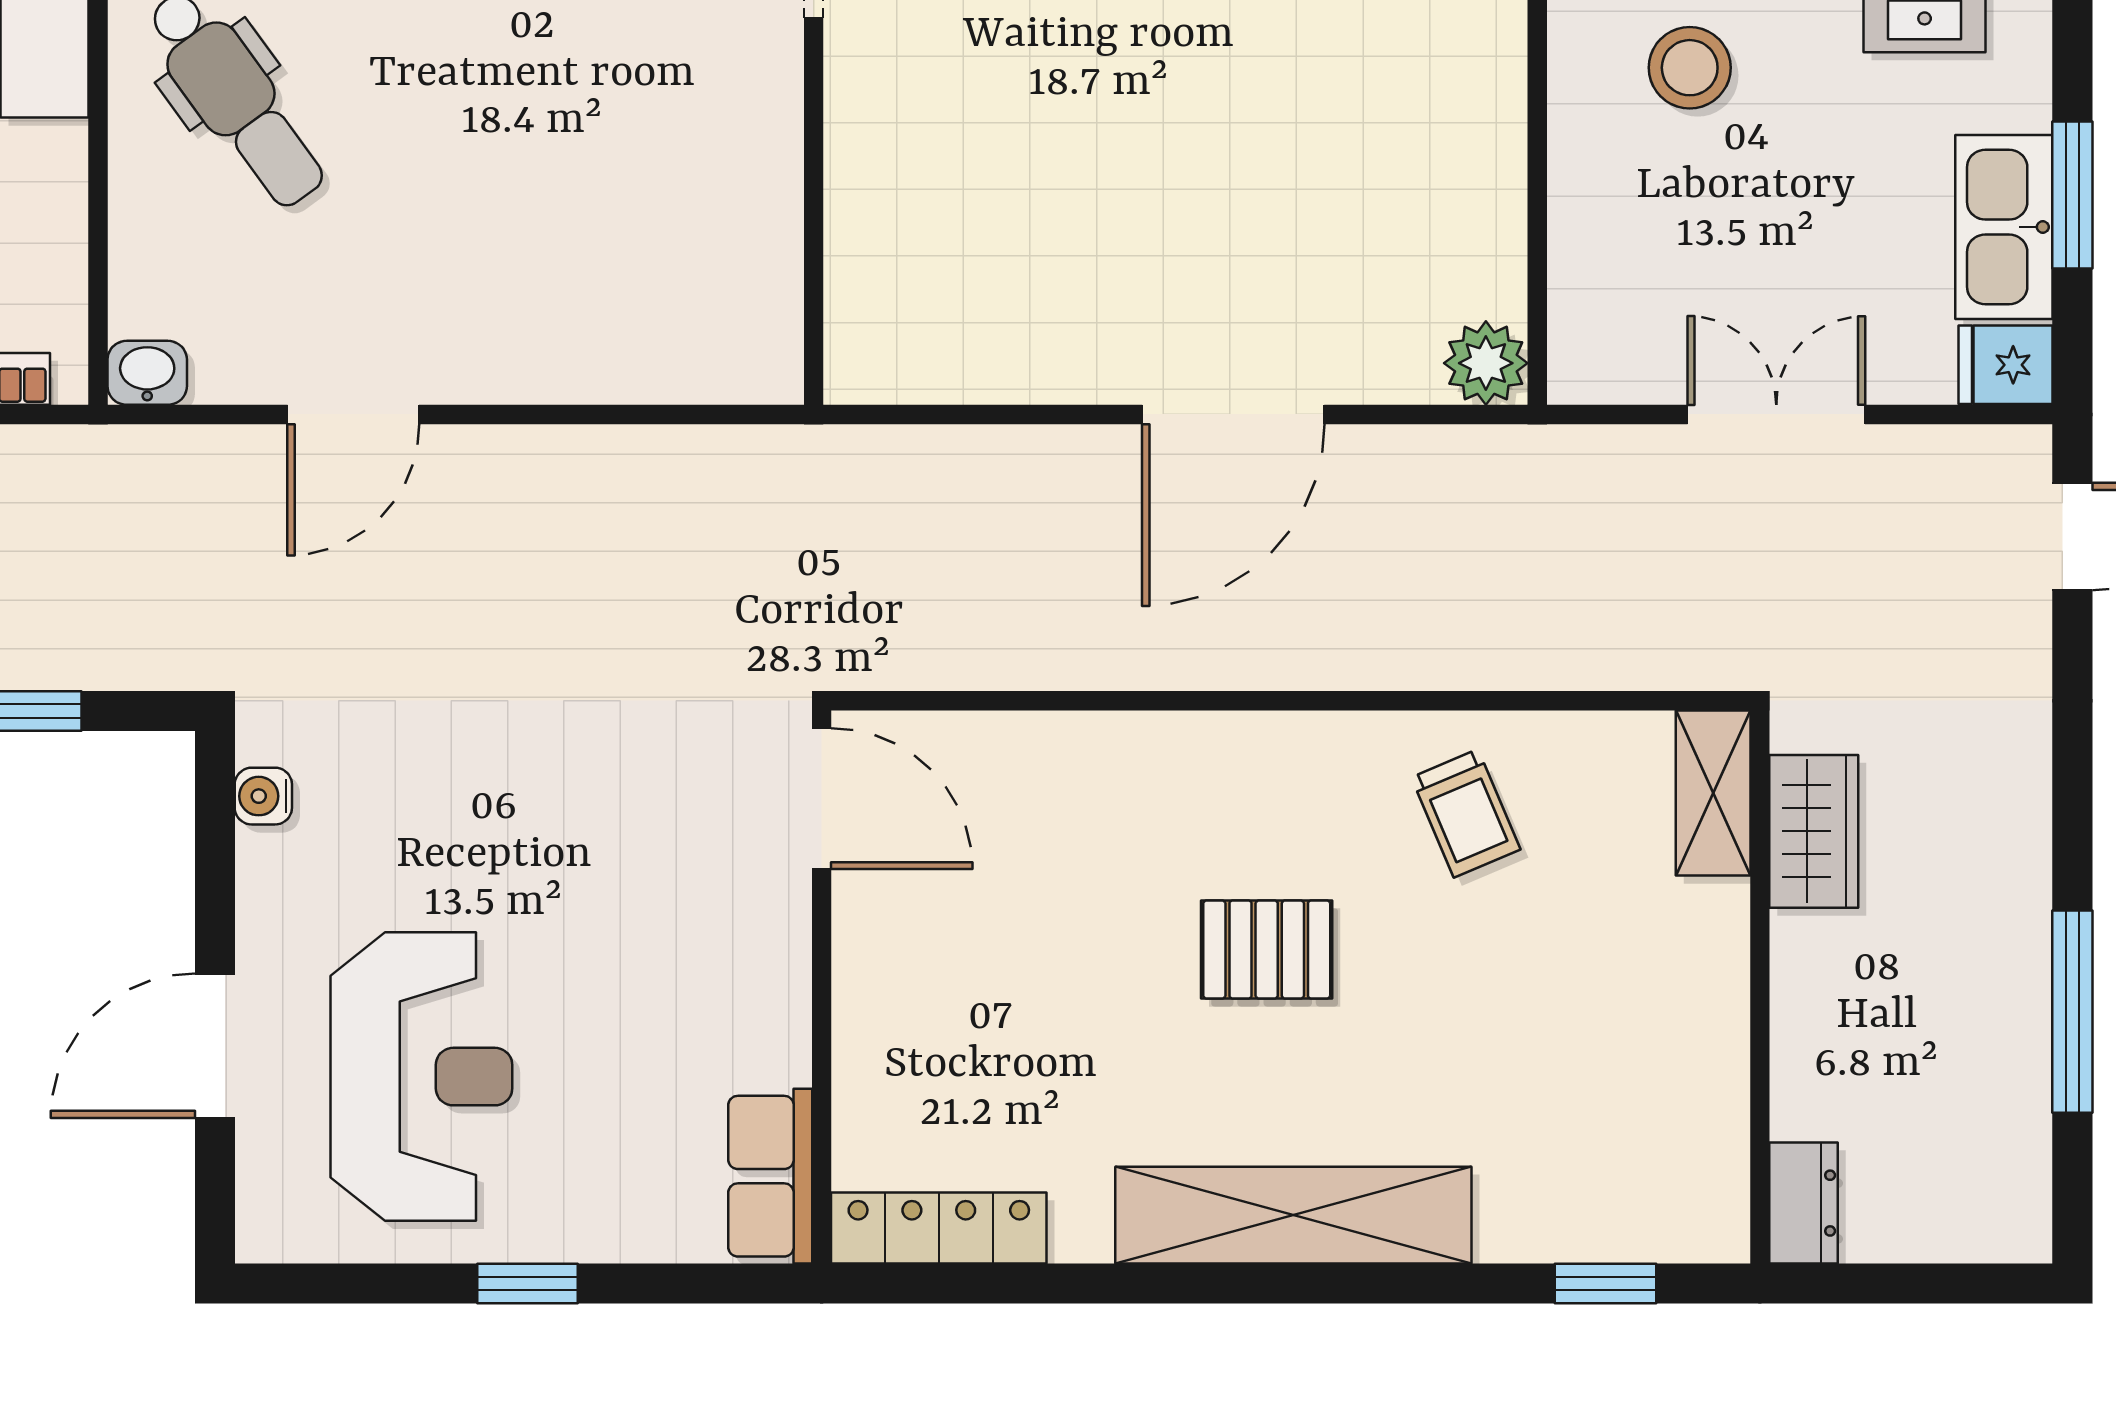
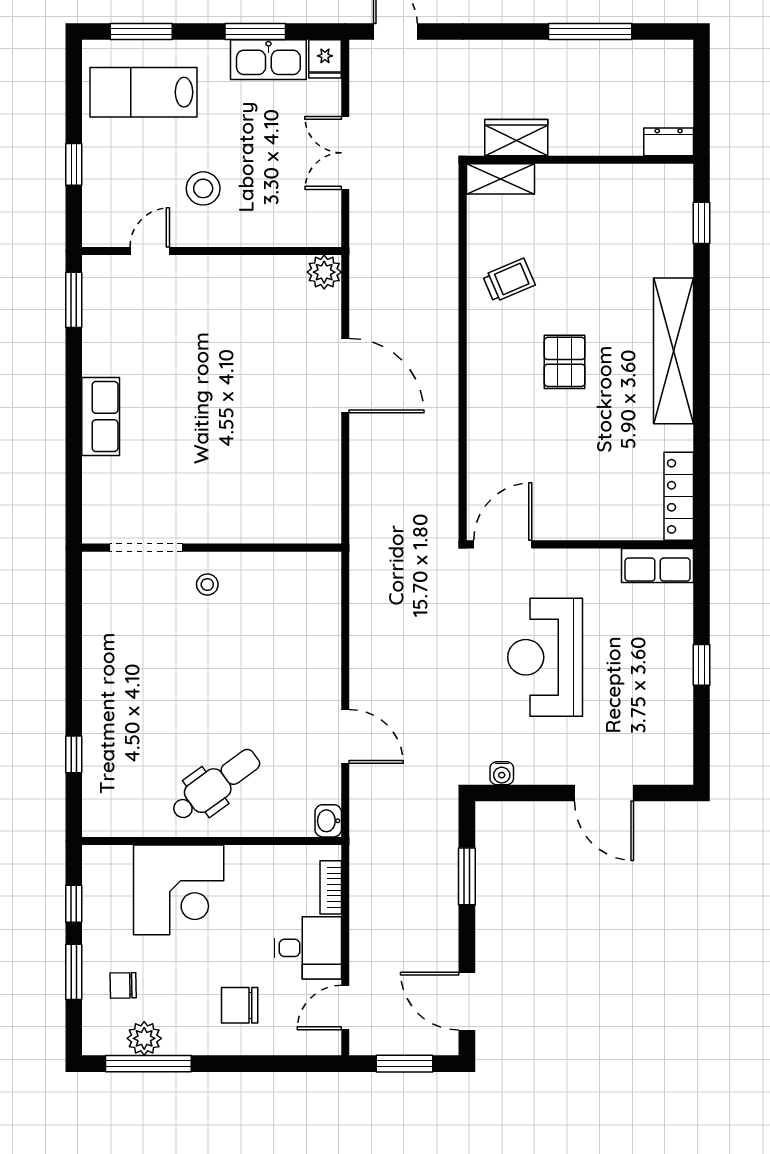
stool: (724, 78) -> (207, 585), added
reception desk: (421, 1077) -> (545, 657), moved, turned -90

